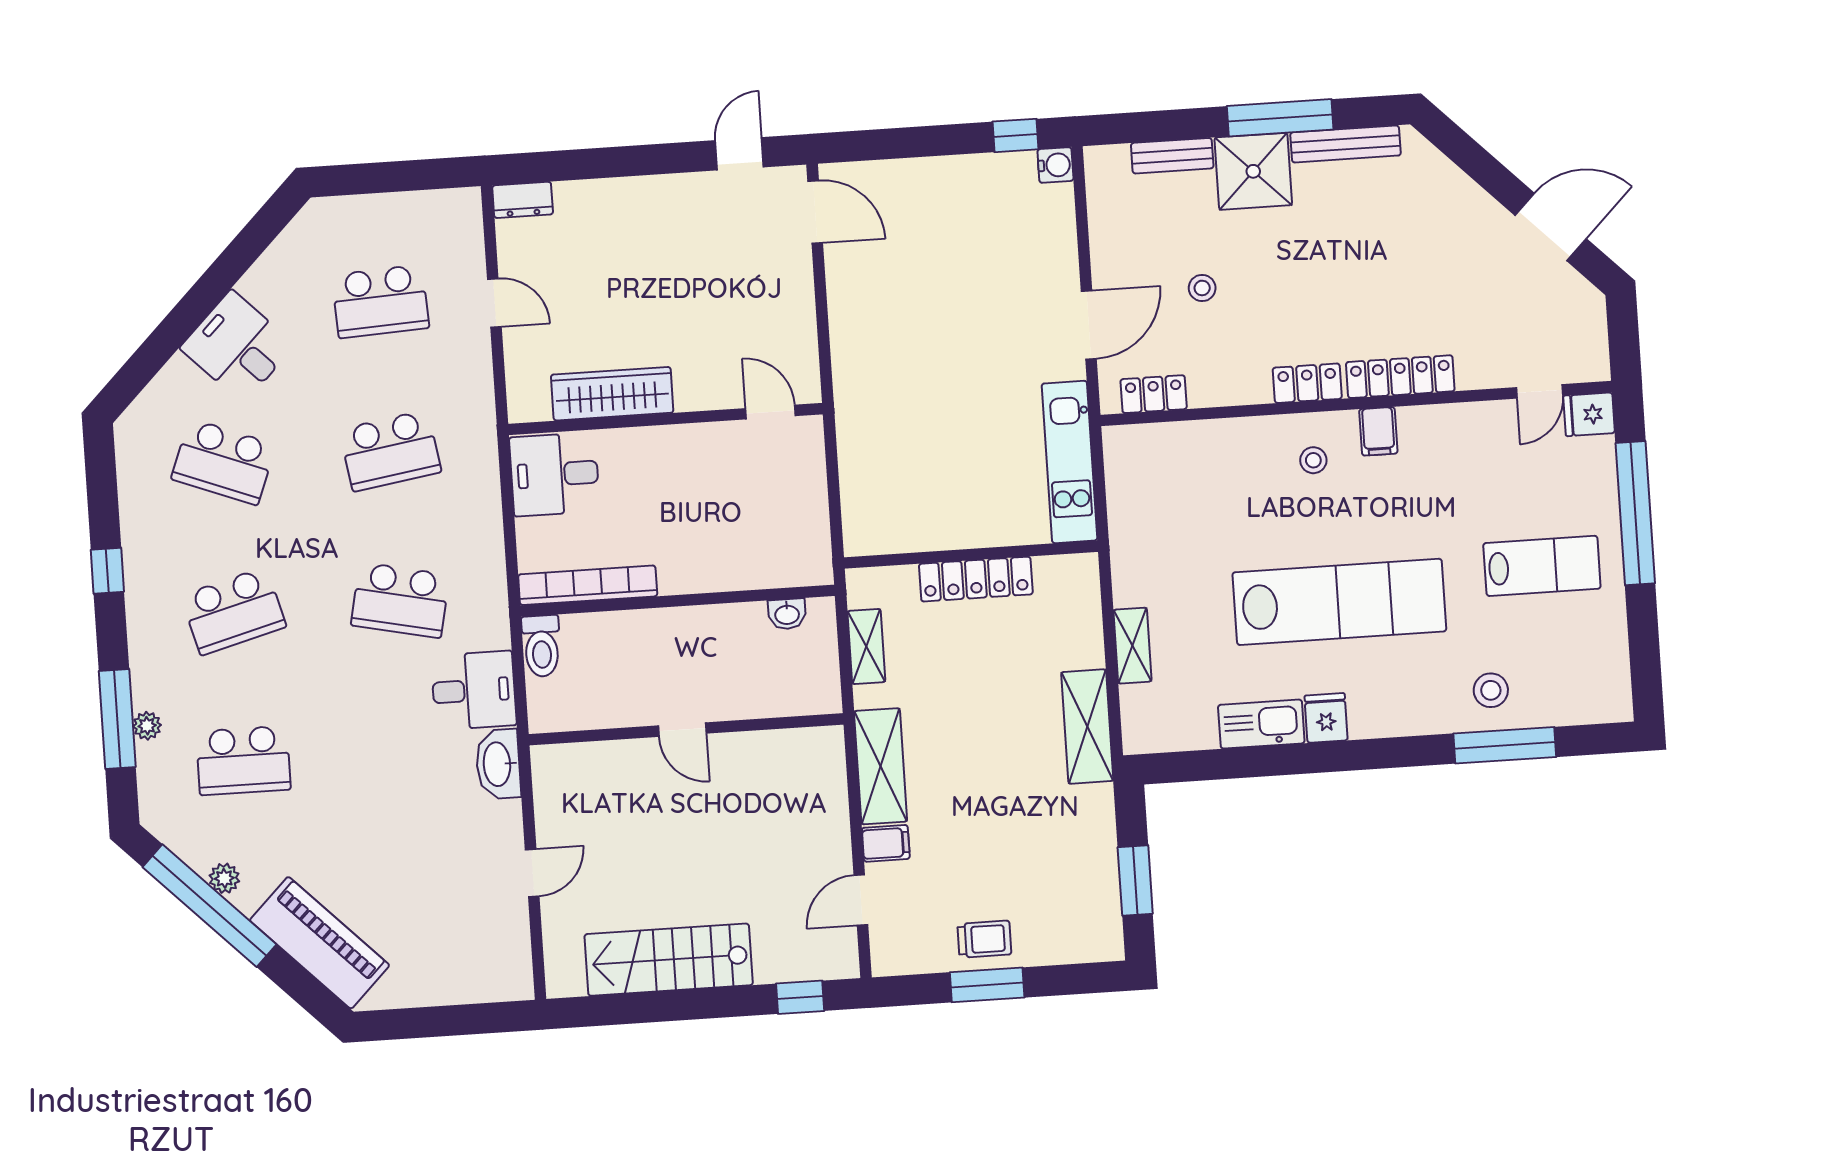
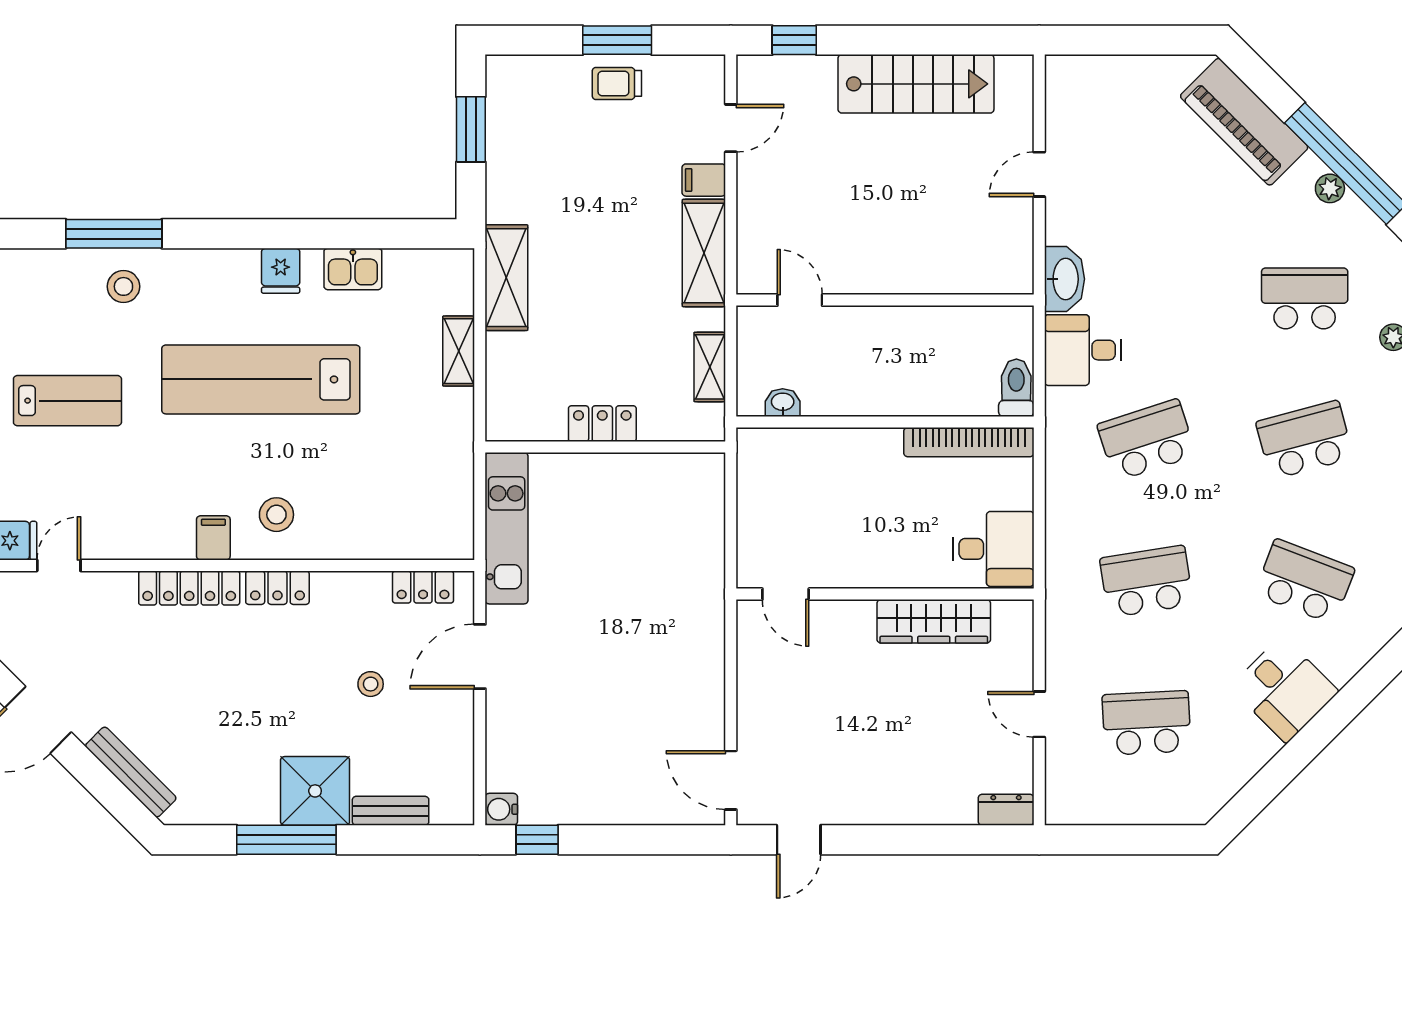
bench: (1345, 144) -> (131, 772), moved, turned 45
stool: (1313, 460) -> (276, 515), width x1.37, depth x1.37
lab bench: (1542, 566) -> (67, 401), turned 180
locker: (976, 579) -> (602, 424), width x0.66
school desk: (400, 600) -> (1147, 440), turned -30
kitchen sink: (1261, 724) -> (353, 269), width x0.73
door: (682, 730) -> (800, 300), moved

